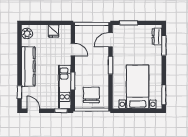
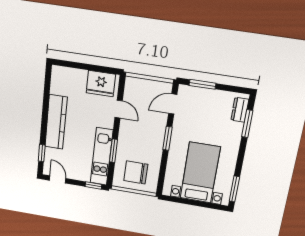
fridge: (54, 31) -> (101, 84), width x1.88, depth x1.34
plant: (27, 33) -> (58, 77), removed
chair: (91, 95) -> (136, 173), turned -90

